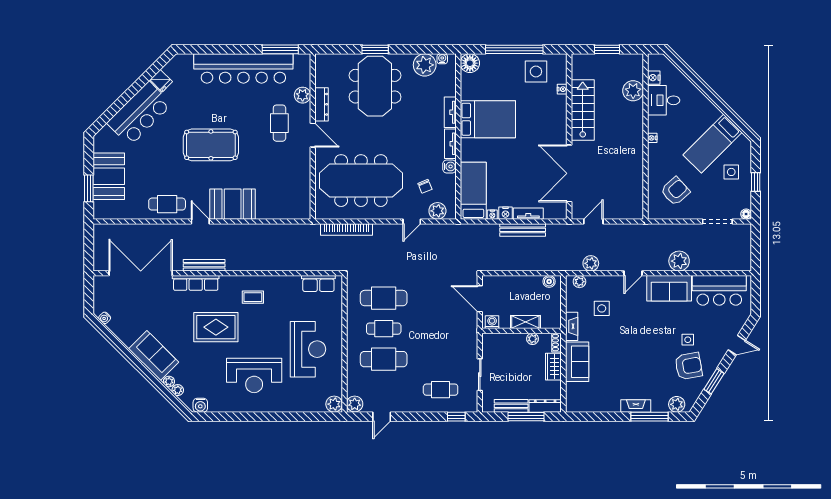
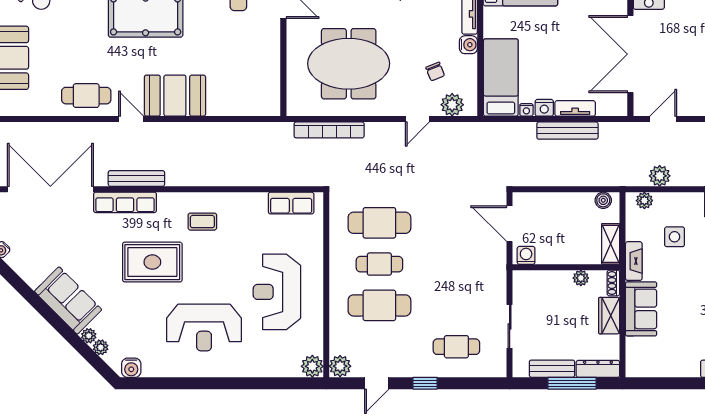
meeting table: (361, 181) -> (349, 64), width x0.73
shelving: (525, 322) -> (611, 244), moved, turned 90
reception desk: (308, 349) -> (277, 292), turned 180
window: (456, 417) -> (425, 383), moved

